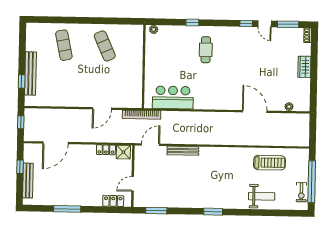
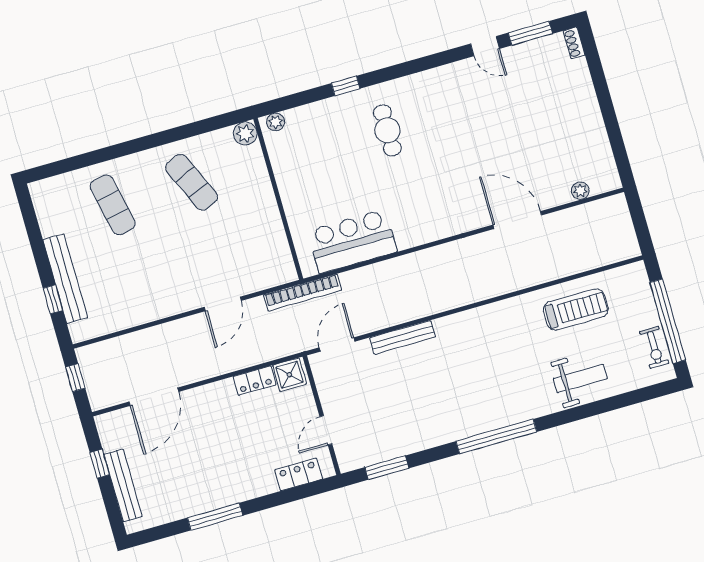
window: (246, 23) -> (449, 56), removed
plant: (138, 30) -> (245, 133), added
wardrobe: (304, 67) -> (586, 105), removed
window: (213, 212) -> (496, 436), width x2.11

